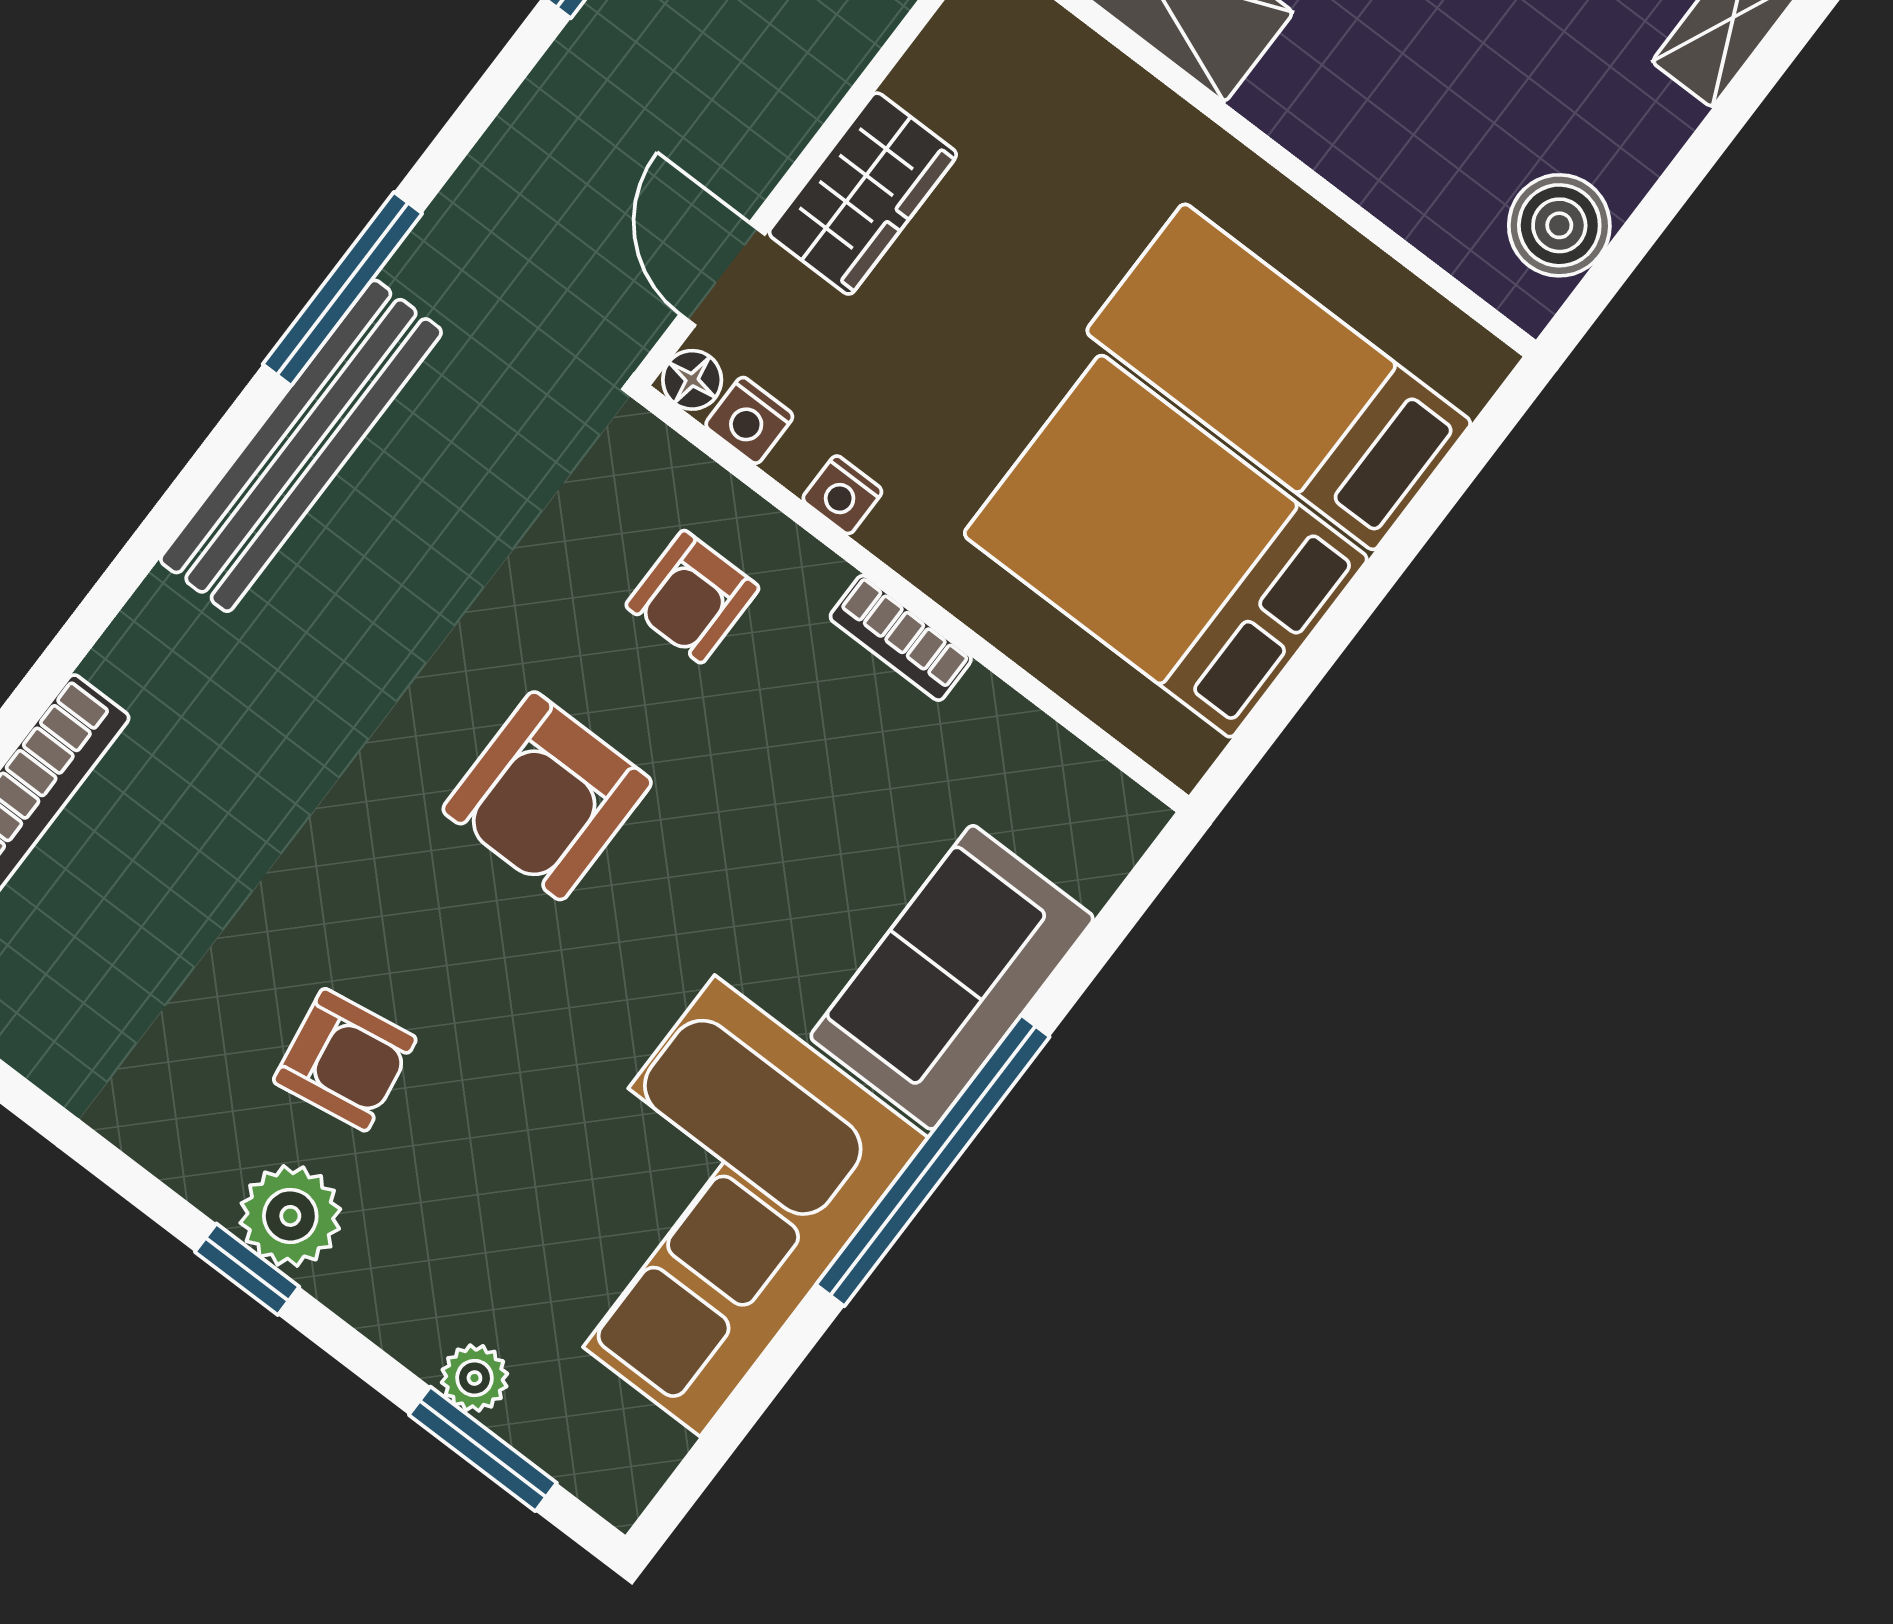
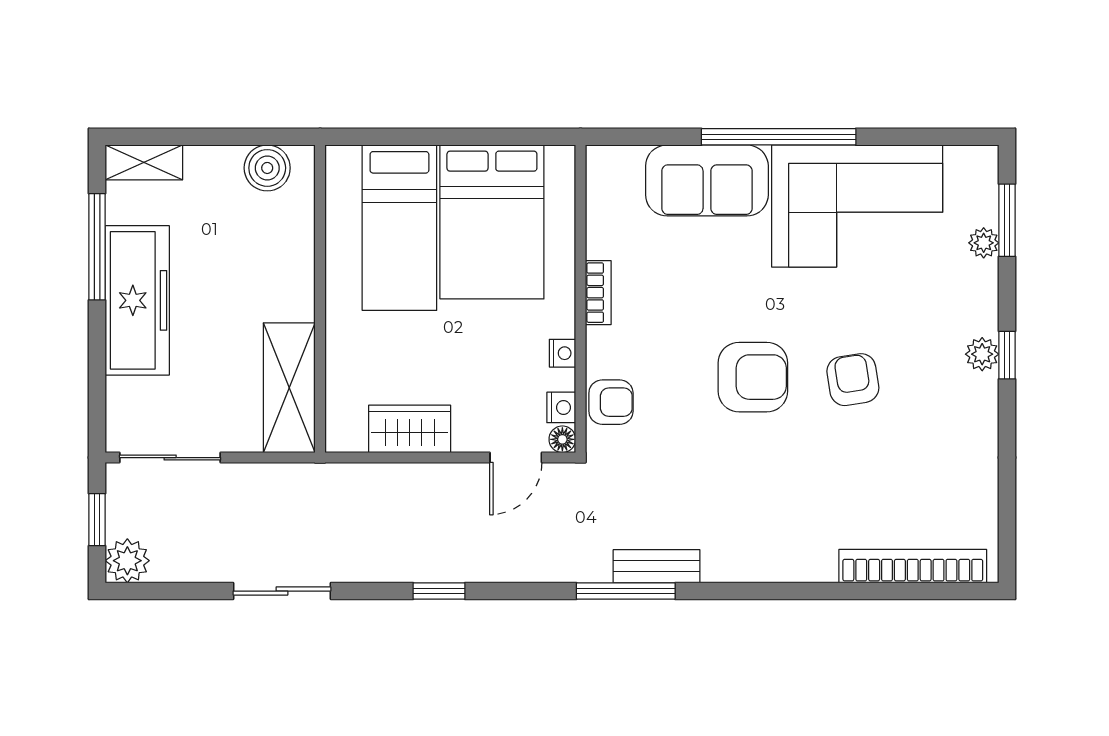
wardrobe: (863, 194) -> (410, 429), moved
bench: (301, 446) -> (657, 566), width x0.54, depth x0.82
armchair: (692, 597) -> (611, 402), moved
armchair: (345, 1060) -> (853, 380), moved
plant: (290, 1216) -> (982, 354), width x0.73, depth x0.73

